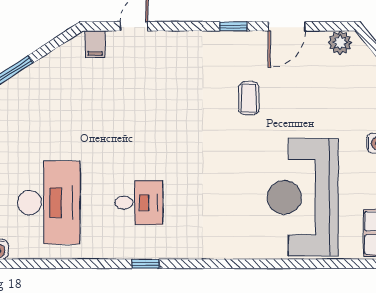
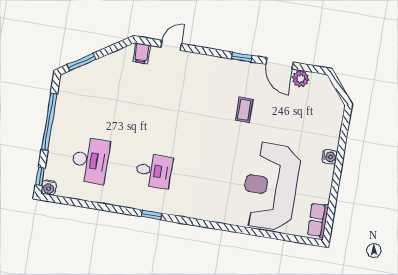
door: (287, 26) -> (280, 63), hinge flipped
plant: (340, 43) -> (301, 79), moved
desk: (49, 203) -> (90, 160), width x0.73, depth x0.77

